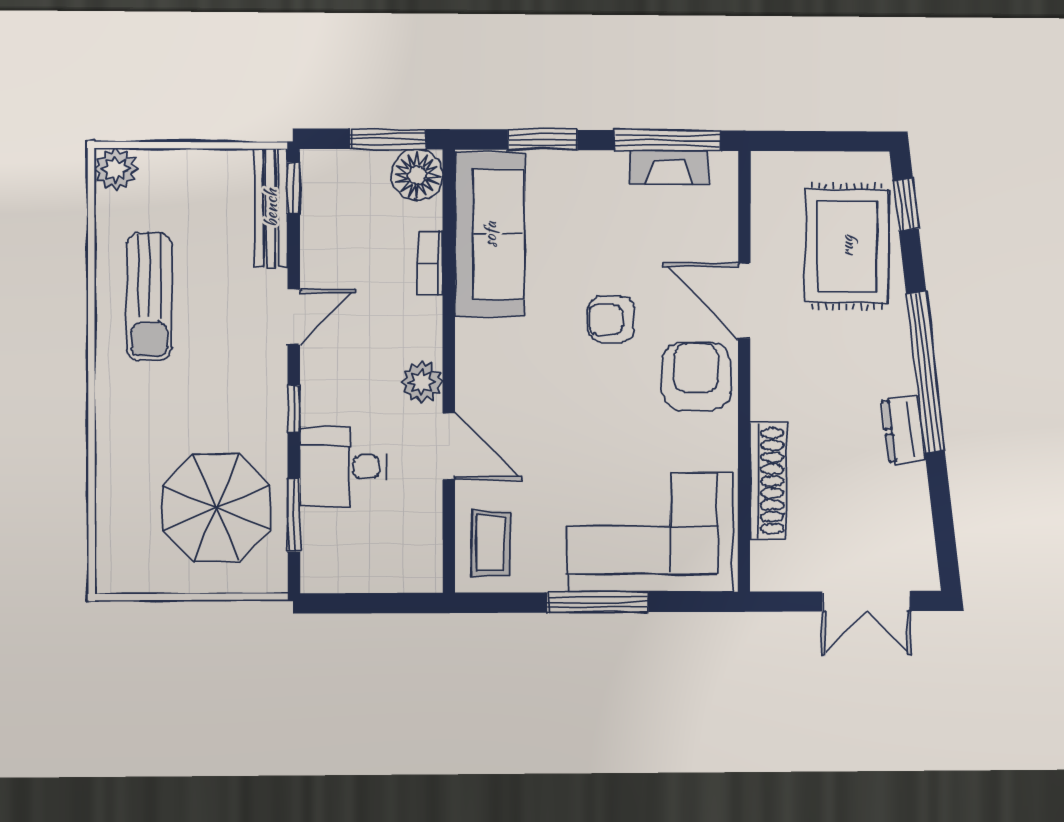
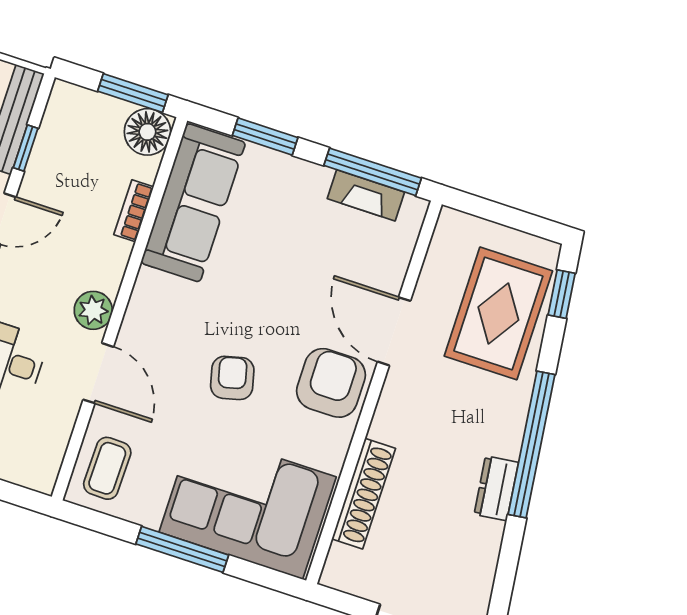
window: (294, 188) -> (26, 148), moved
armchair: (611, 319) -> (232, 378), moved, turned 76

